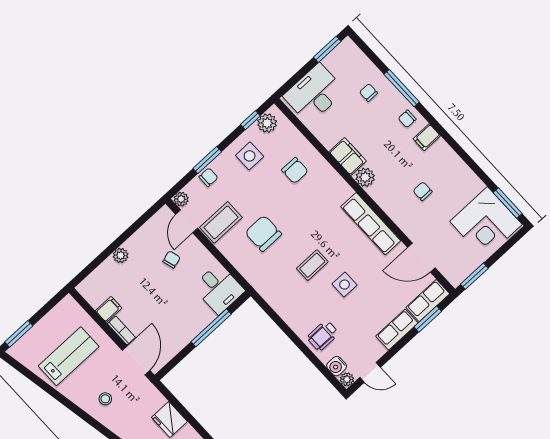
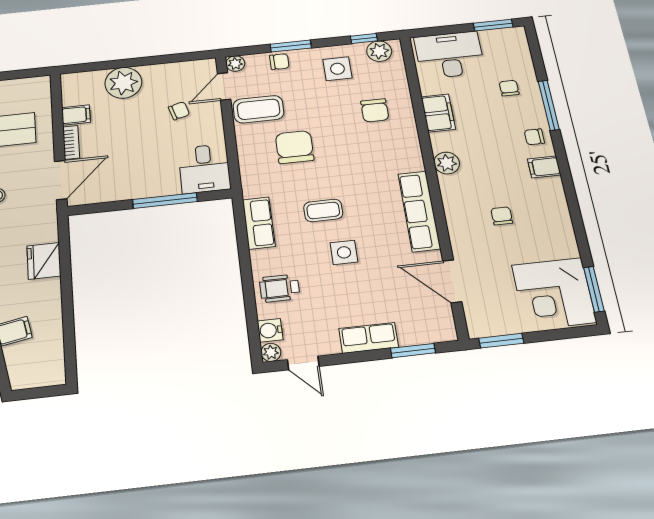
filing cabinet: (348, 156) -> (438, 113), moved
plant: (121, 255) -> (123, 83), width x1.87, depth x1.87
row of seats: (428, 301) -> (259, 223), moved, turned 90

